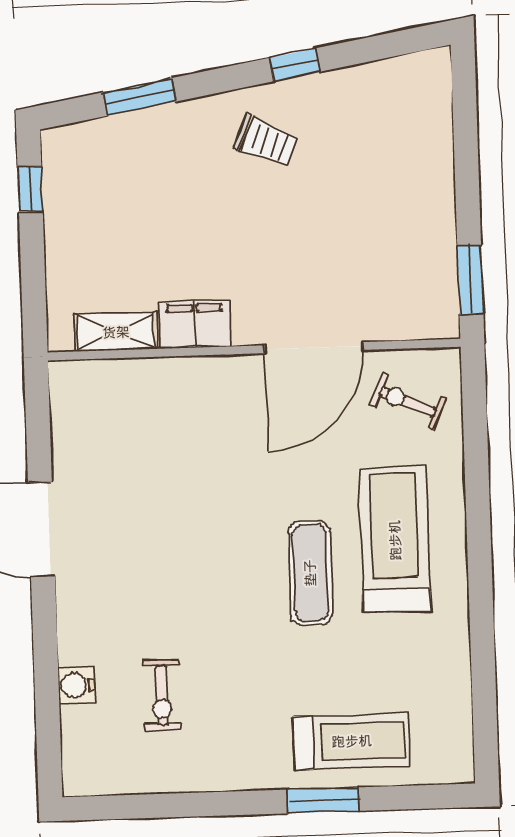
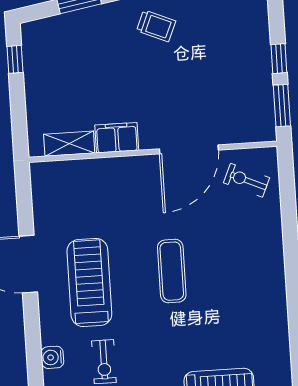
window: (468, 202) -> (279, 59), added
treadmill: (395, 540) -> (89, 282), moved
exercise mat: (310, 573) -> (172, 271), moved

